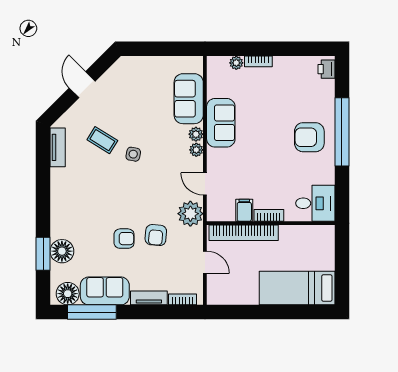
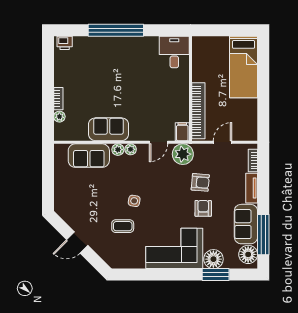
armchair: (309, 137) -> (120, 57), removed
coffee table: (102, 140) -> (123, 226), turned 58
tv unit: (58, 147) -> (129, 263), removed
corner sofa: (75, 203) -> (174, 248), added
filing cabinet: (244, 210) -> (182, 132), moved, turned 90
bookcase: (269, 215) -> (184, 90), removed

